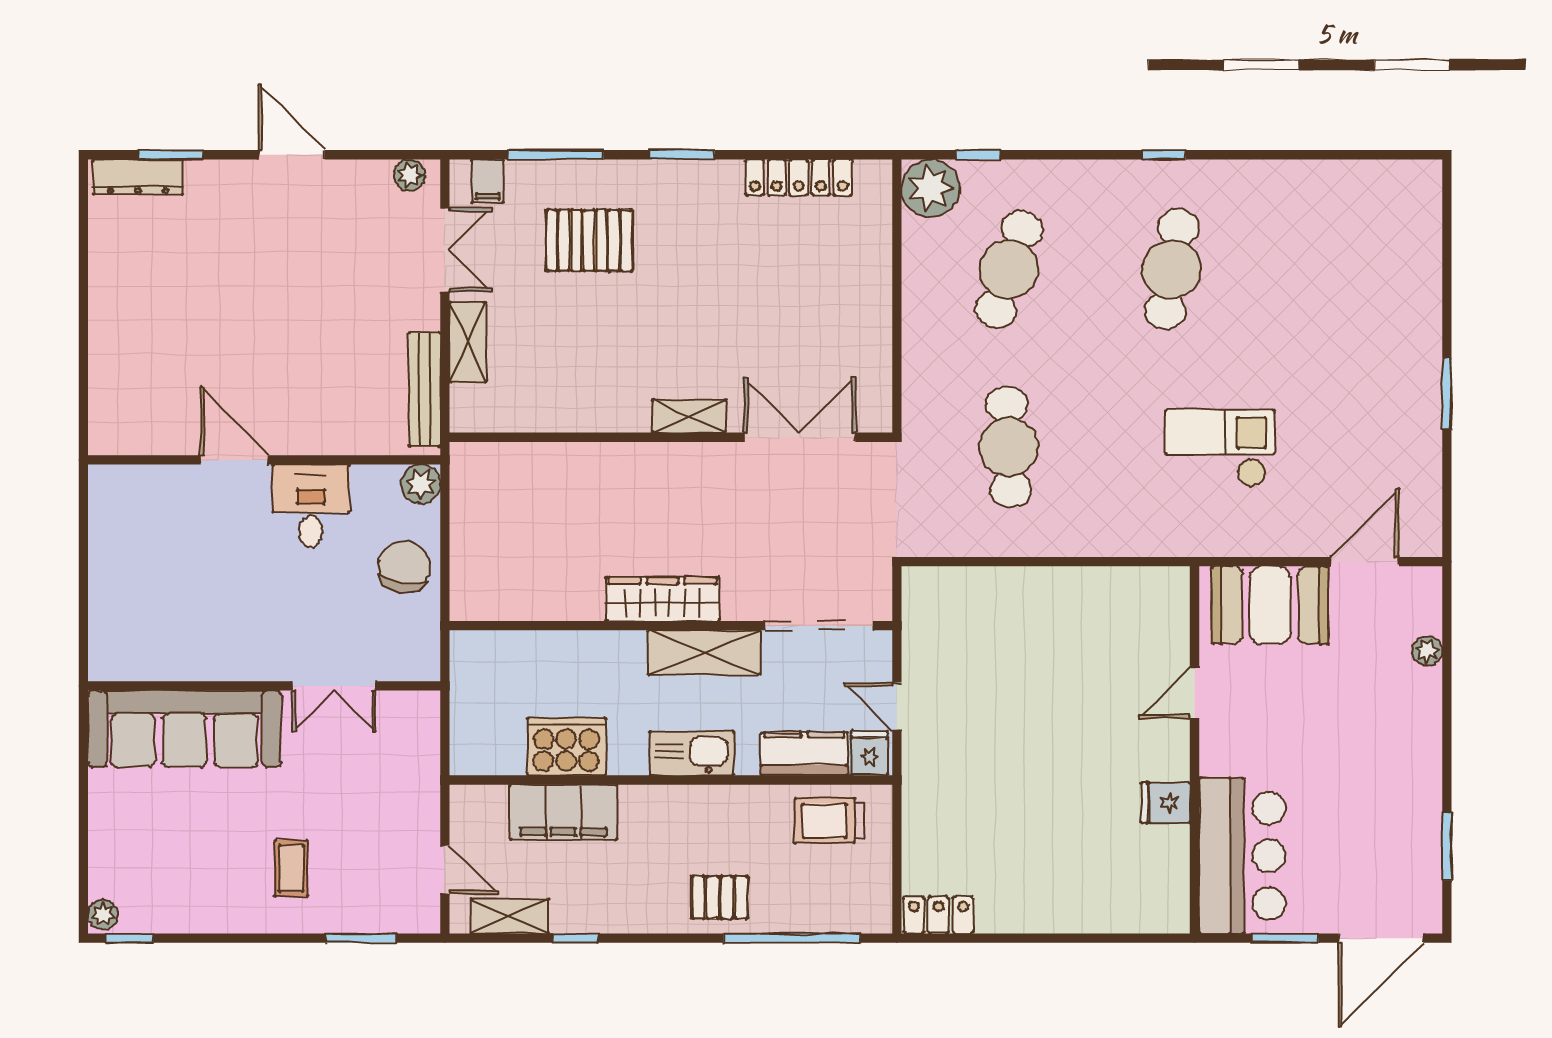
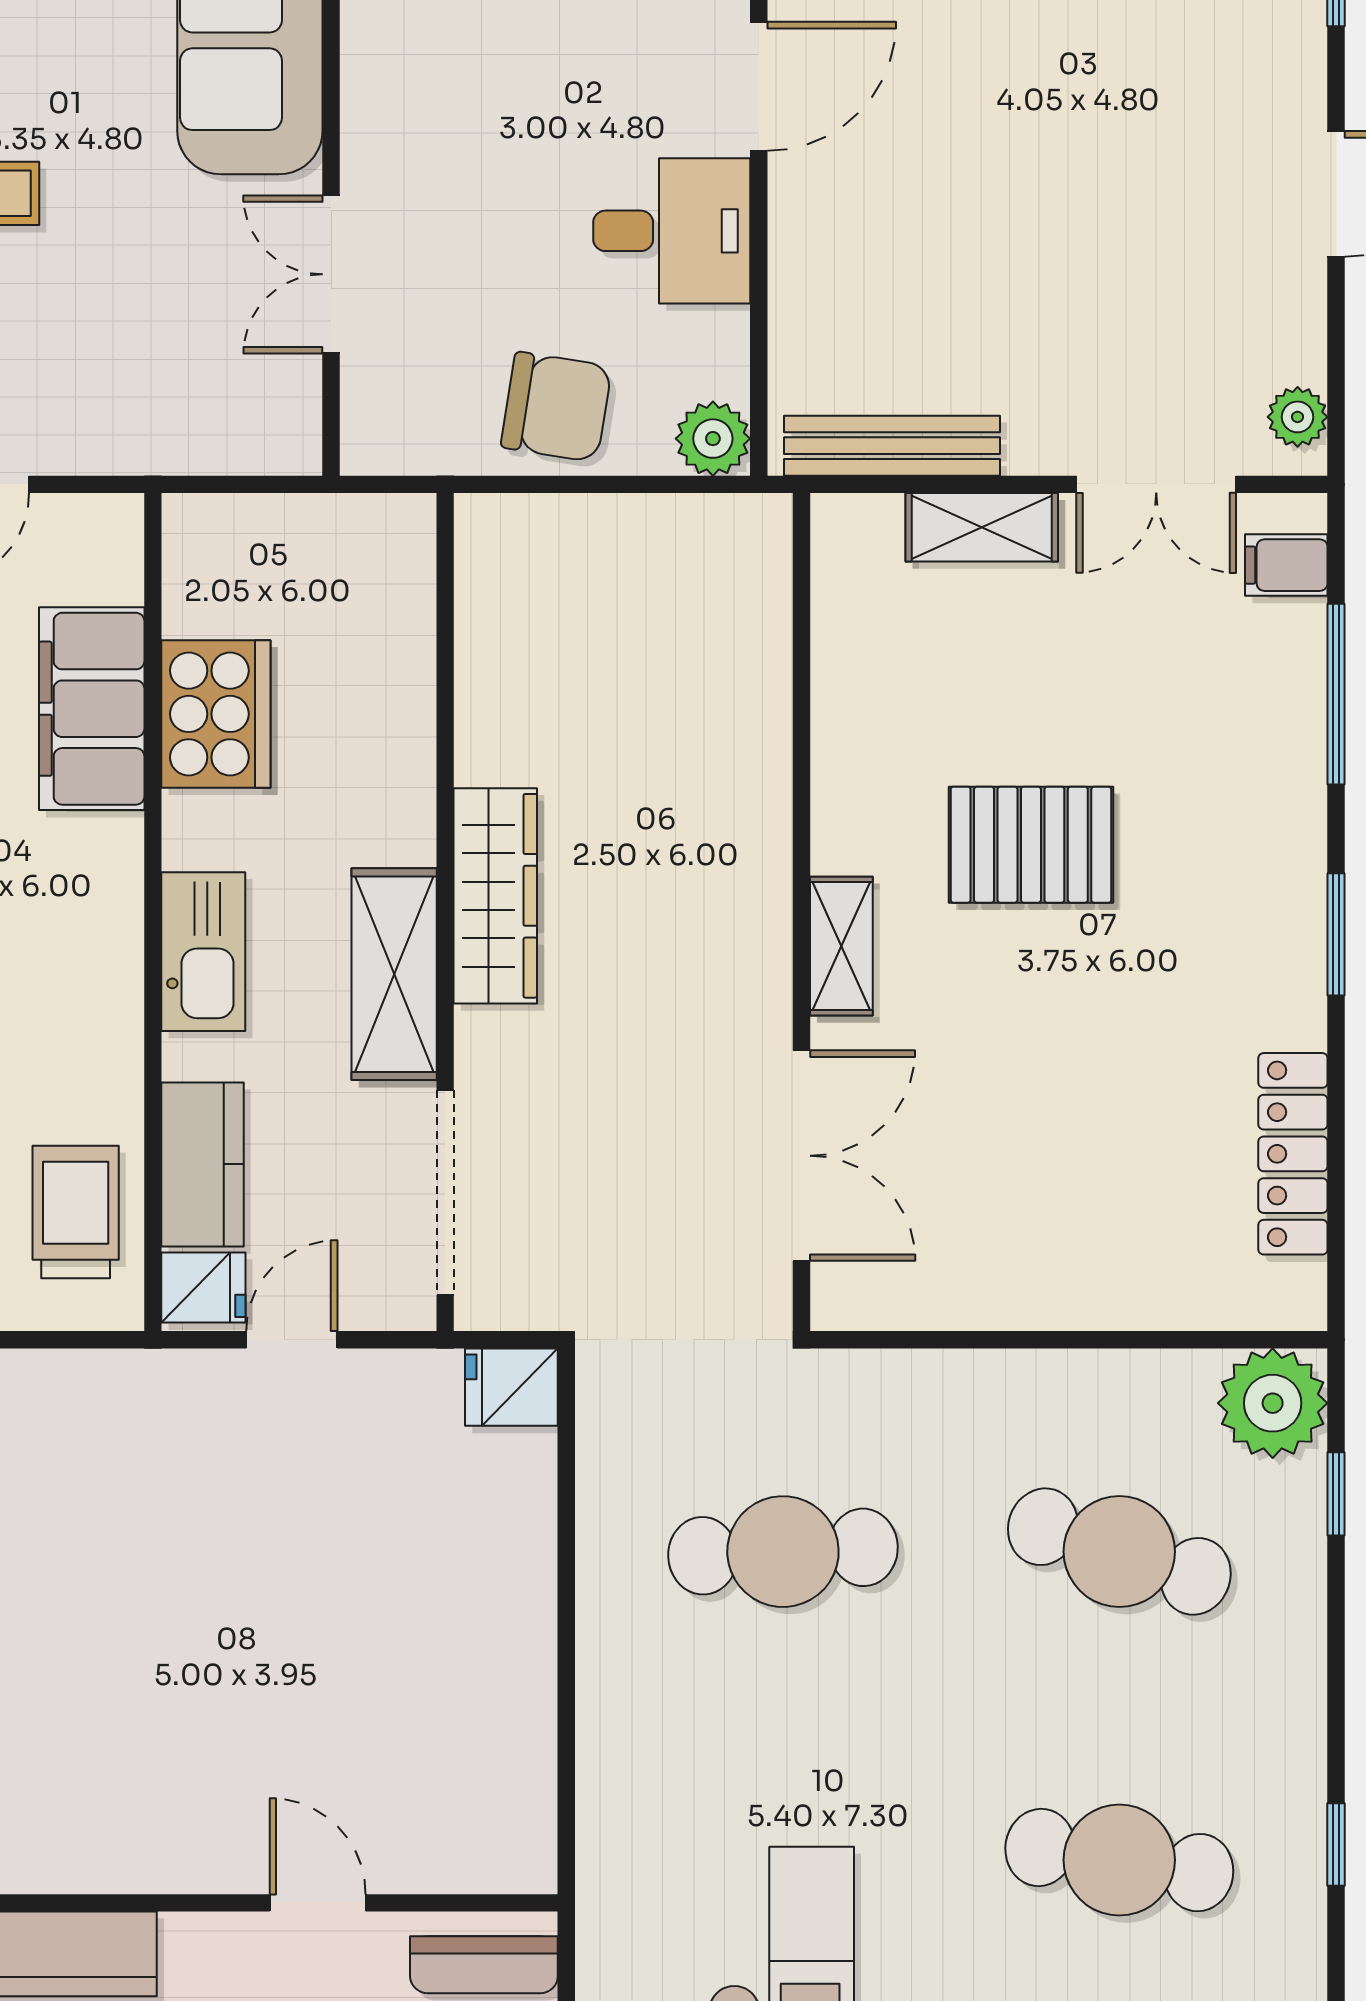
pallet: (589, 240) -> (1031, 845), moved, turned 90
fridge: (1166, 803) -> (511, 1387), moved, turned -90

